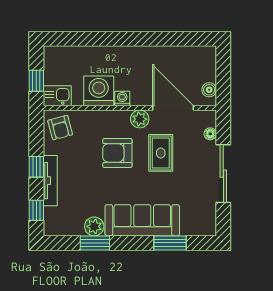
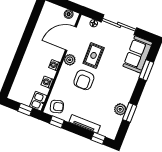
washing machine: (99, 91) -> (47, 82), width x0.53, depth x0.53
rug: (161, 153) -> (94, 55), turned 90
window: (36, 167) -> (57, 122), moved
sofa: (142, 220) -> (138, 54), moved, width x0.73

